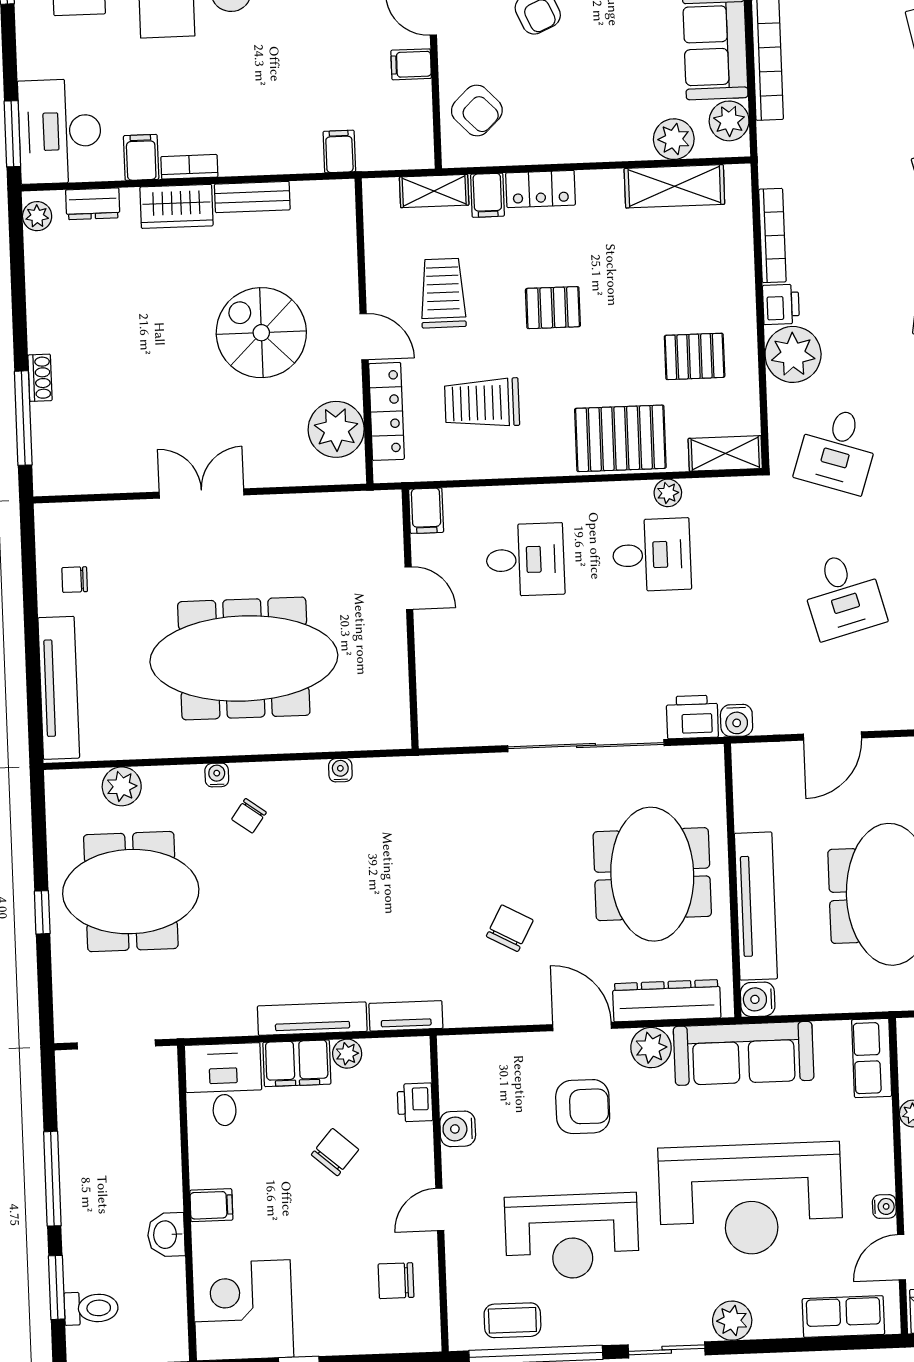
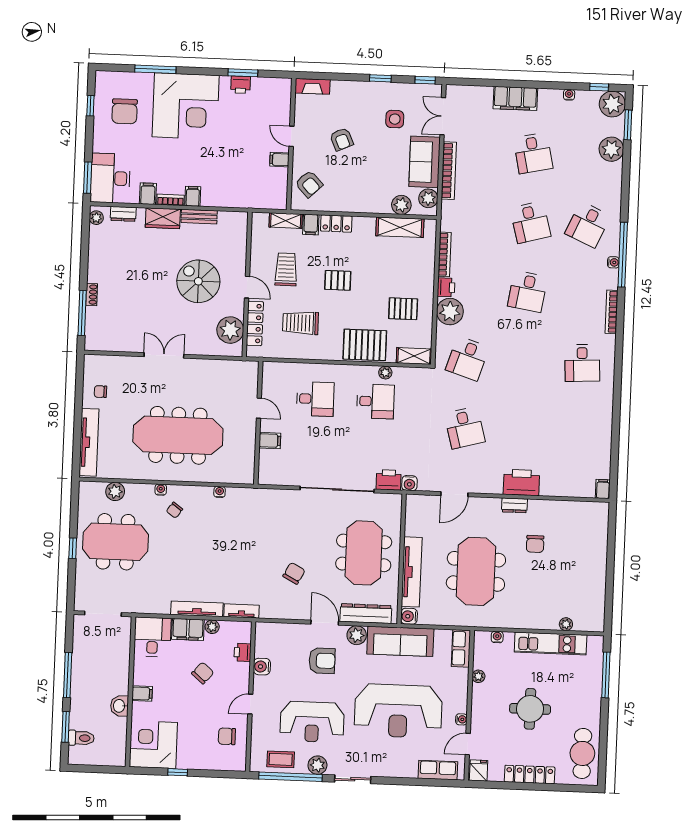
filing cabinet: (339, 152) -> (193, 196), moved
filing cabinet: (426, 511) -> (270, 441), moved, turned -90
plant: (732, 1321) -> (317, 765), moved

